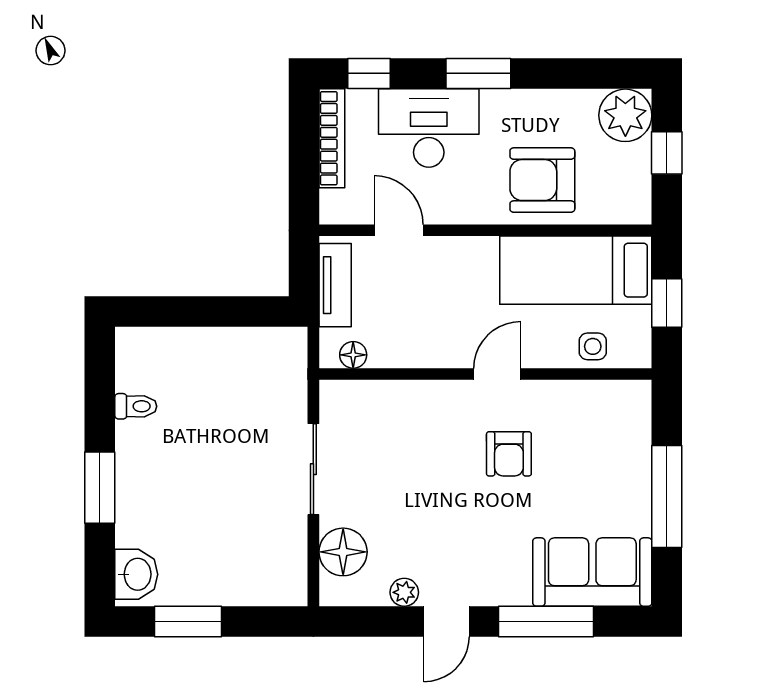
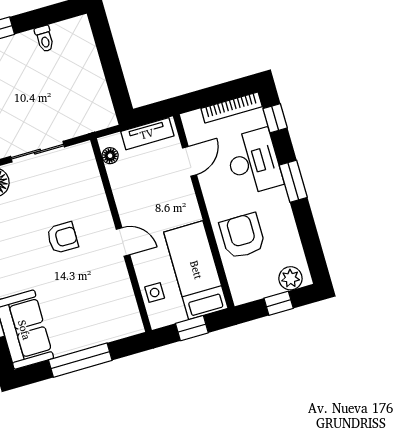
plant: (625, 115) -> (290, 278), width x0.73, depth x0.73
armchair: (509, 454) -> (62, 238), moved, turned 180

